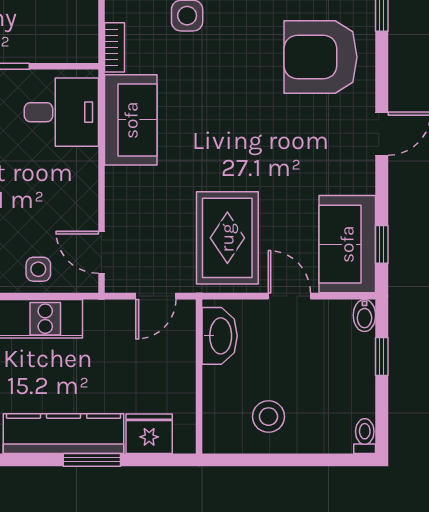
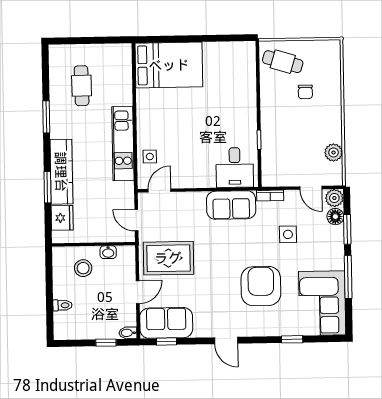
armchair: (321, 57) -> (261, 286), moved
washbasin: (220, 336) -> (108, 252), width x0.52, depth x0.69
stool: (269, 417) -> (83, 268), moved
toilet: (365, 436) -> (62, 305), moved

